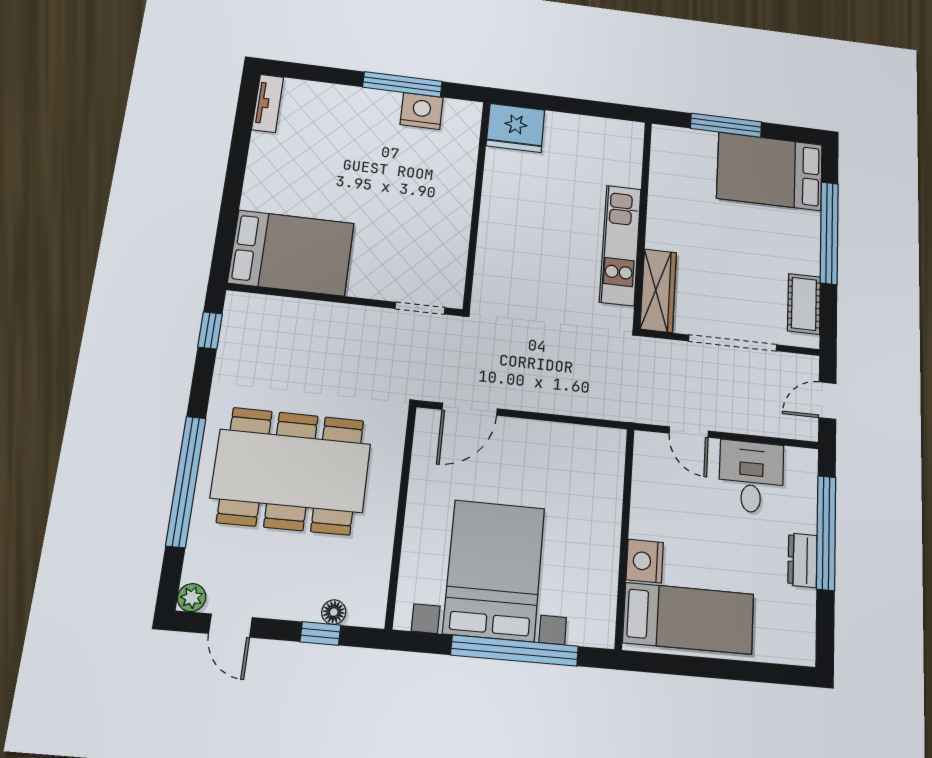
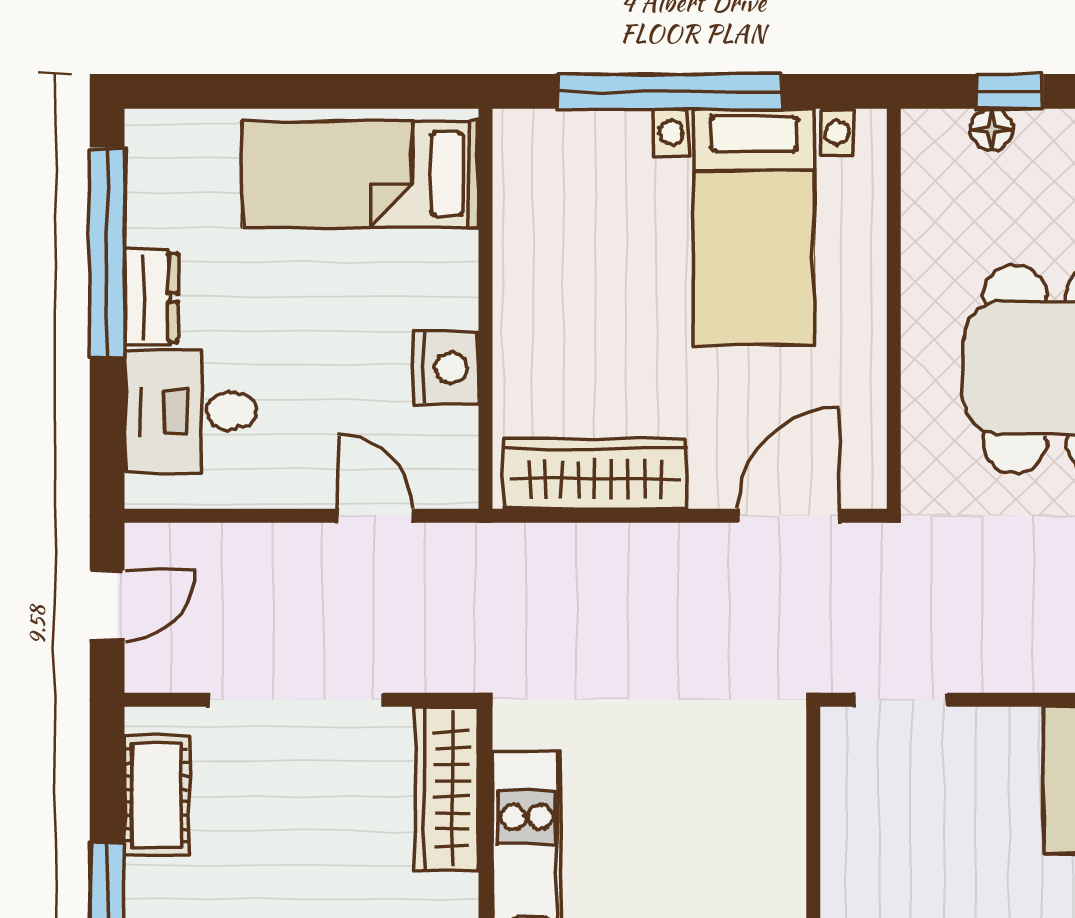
wardrobe: (571, 442) -> (595, 473), added
desk: (751, 477) -> (190, 411), moved, turned 90
window: (826, 533) -> (107, 253), moved
nightstand: (645, 561) -> (446, 368), moved
bed with nightstands: (494, 570) -> (754, 227), width x0.73

